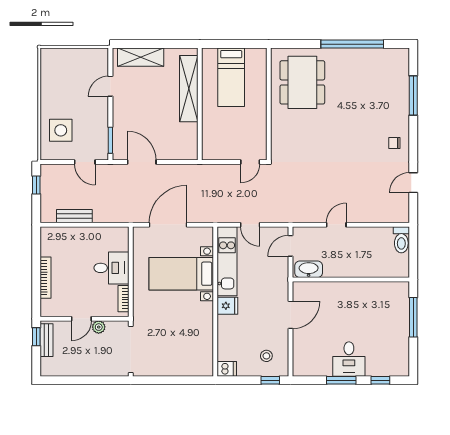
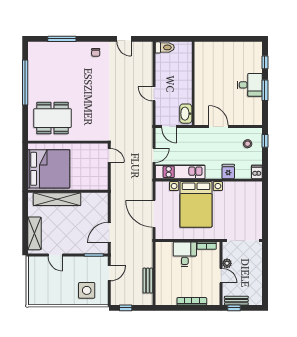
bed: (231, 77) -> (49, 169), width x2.04
bed with nightstands: (181, 274) -> (196, 204), width x1.36
fridge: (227, 306) -> (228, 171), moved
window: (413, 317) -> (220, 39), removed

